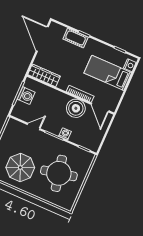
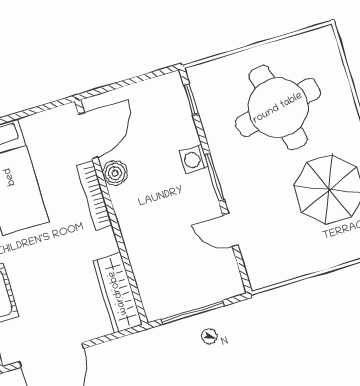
washing machine: (26, 96) -> (184, 294), removed
boiler: (76, 108) -> (115, 173), width x0.54, depth x0.54

